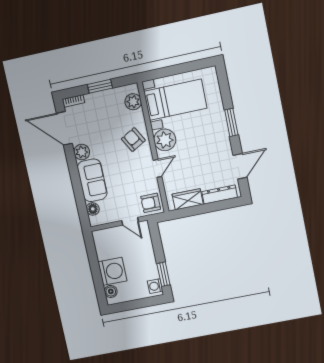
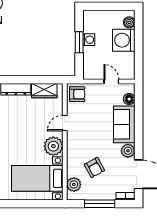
window: (100, 86) -> (100, 204), width x1.44
armchair: (133, 140) -> (94, 168), moved
door: (130, 221) -> (111, 82), moved
window: (163, 274) -> (79, 42), moved
washing machine: (155, 286) -> (89, 40), moved

